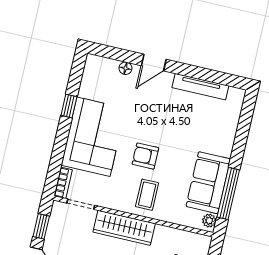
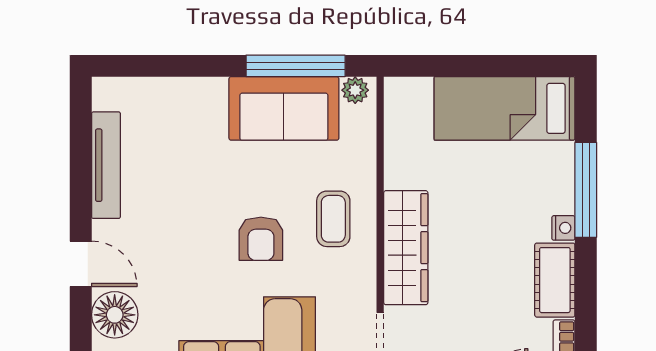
floor lamp: (125, 68) -> (115, 315), width x1.89, depth x1.89
coffee table: (147, 195) -> (333, 219), turned 90

